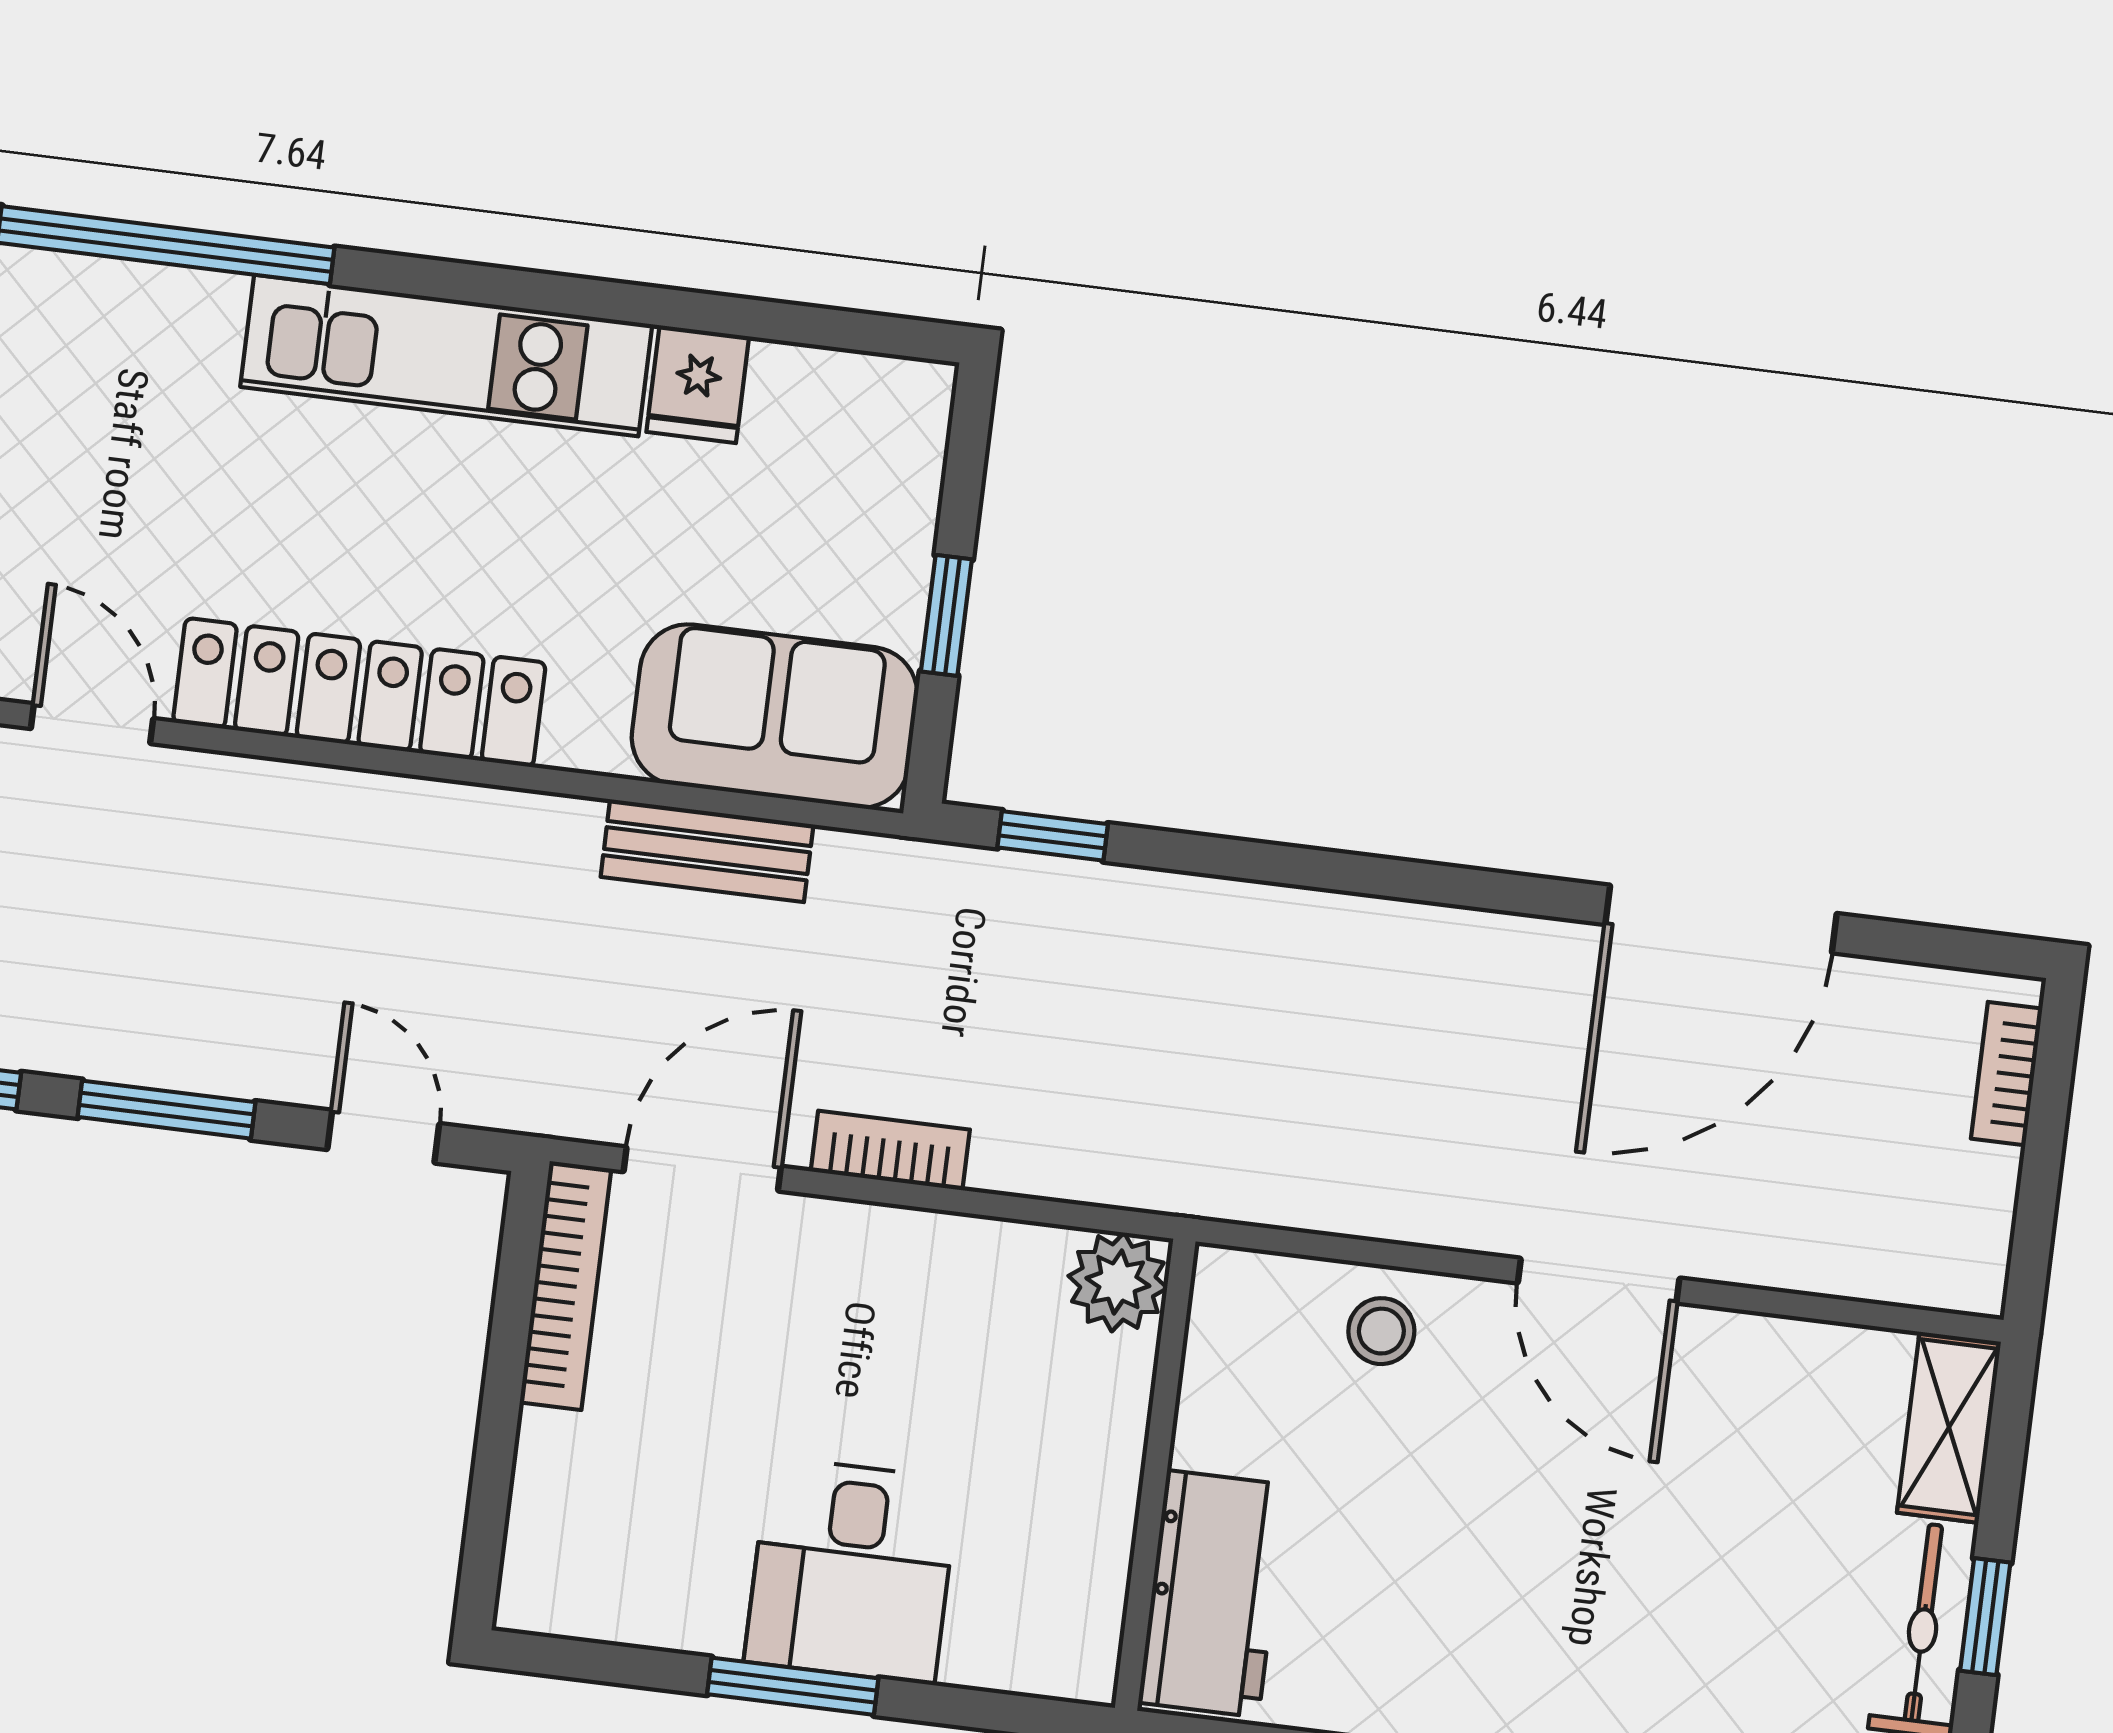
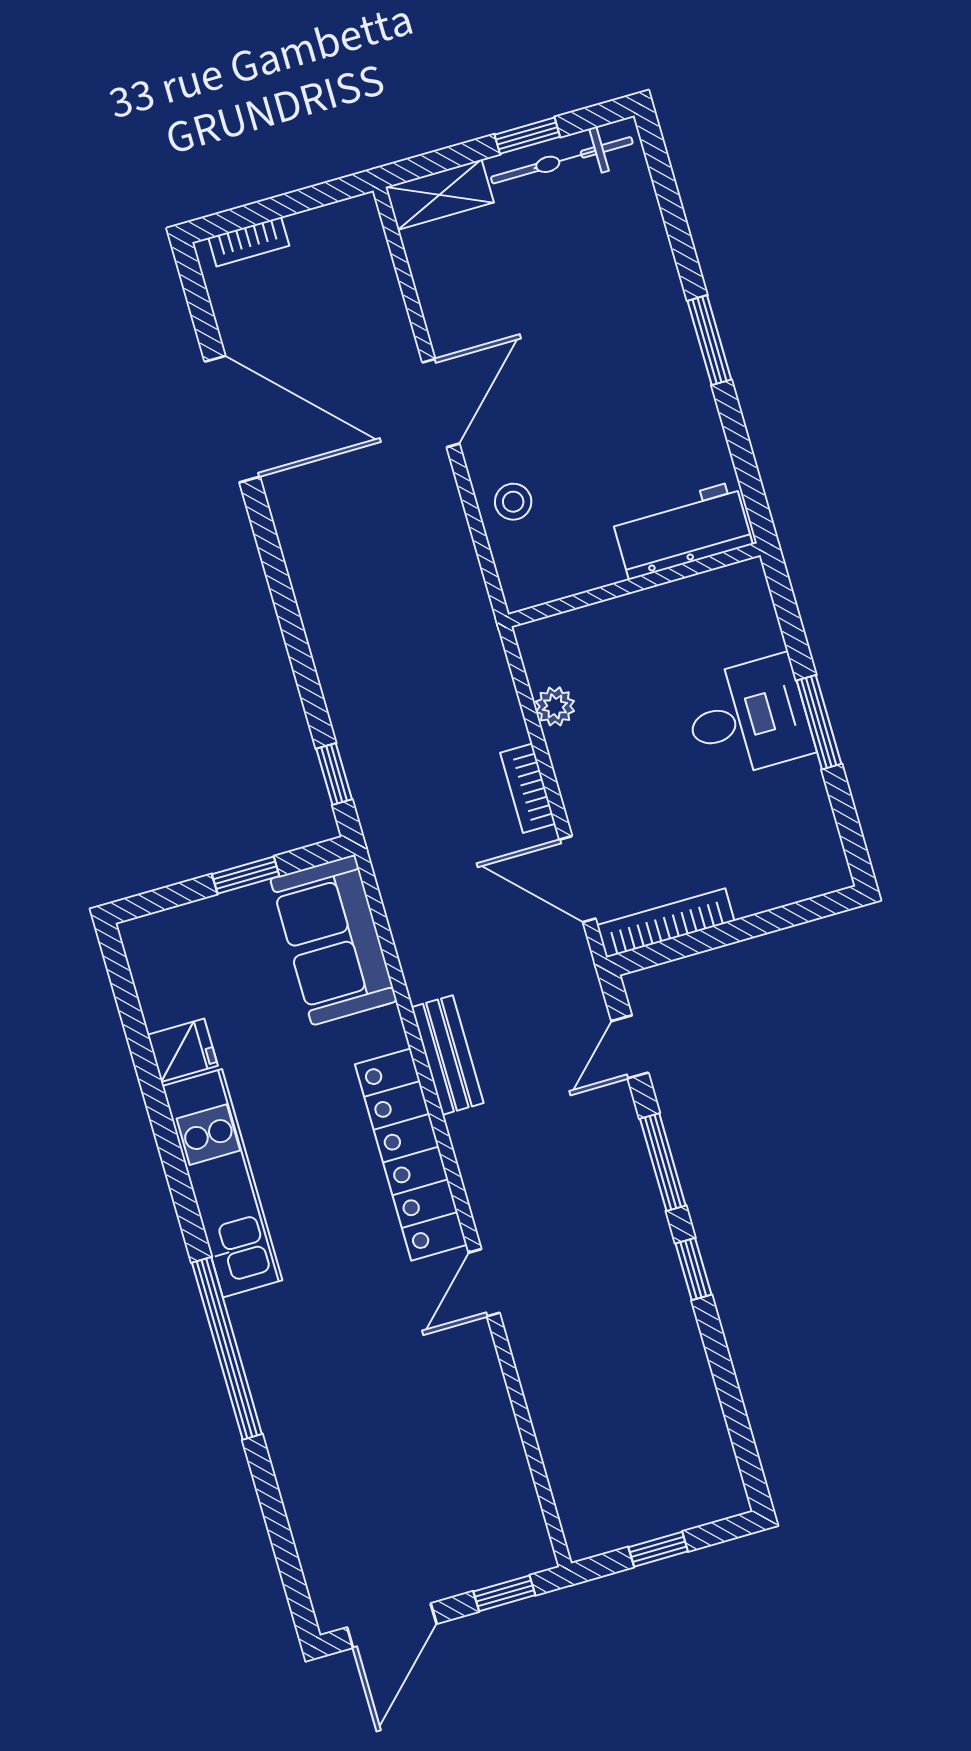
bench: (707, 851) -> (447, 1055), moved
plant: (1118, 1282) -> (555, 706), moved, width x0.73, depth x0.73

